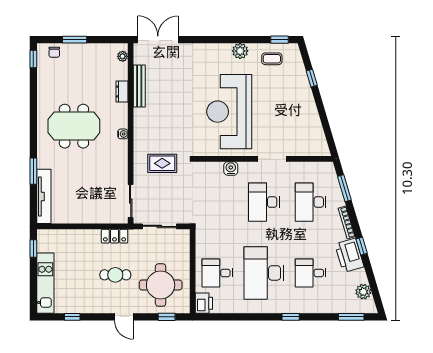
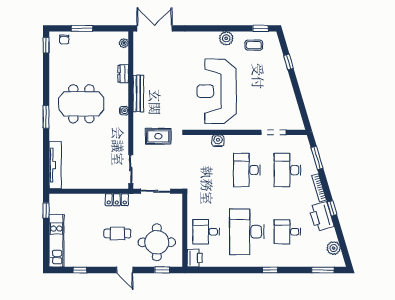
bench: (139, 86) -> (138, 94), moved
doorway: (272, 159) -> (273, 132), moved
window: (33, 171) -> (46, 117), moved

